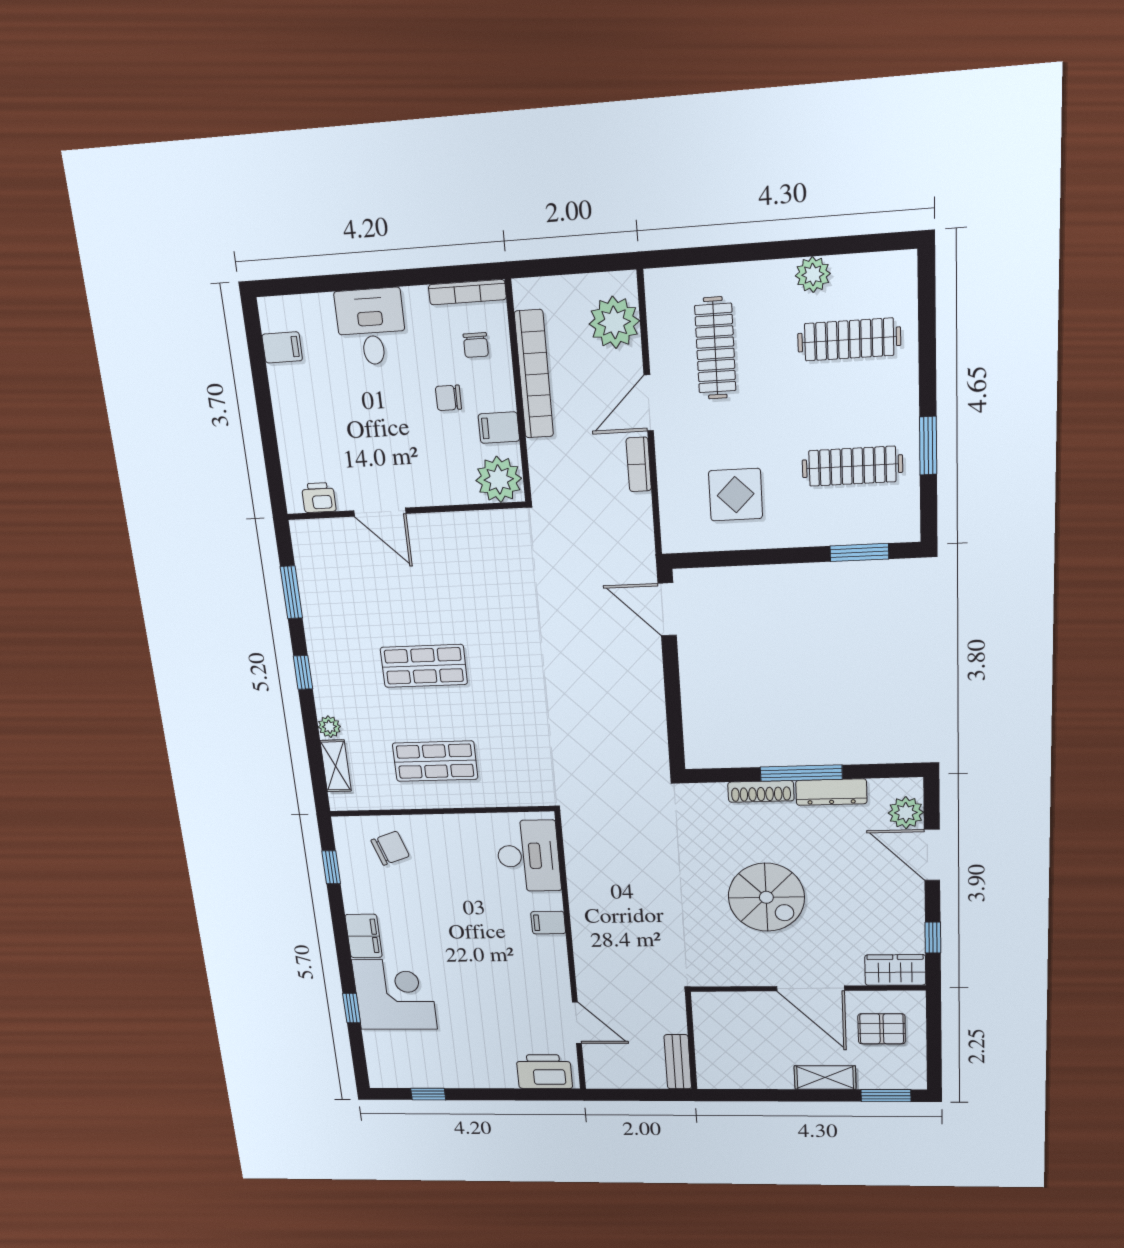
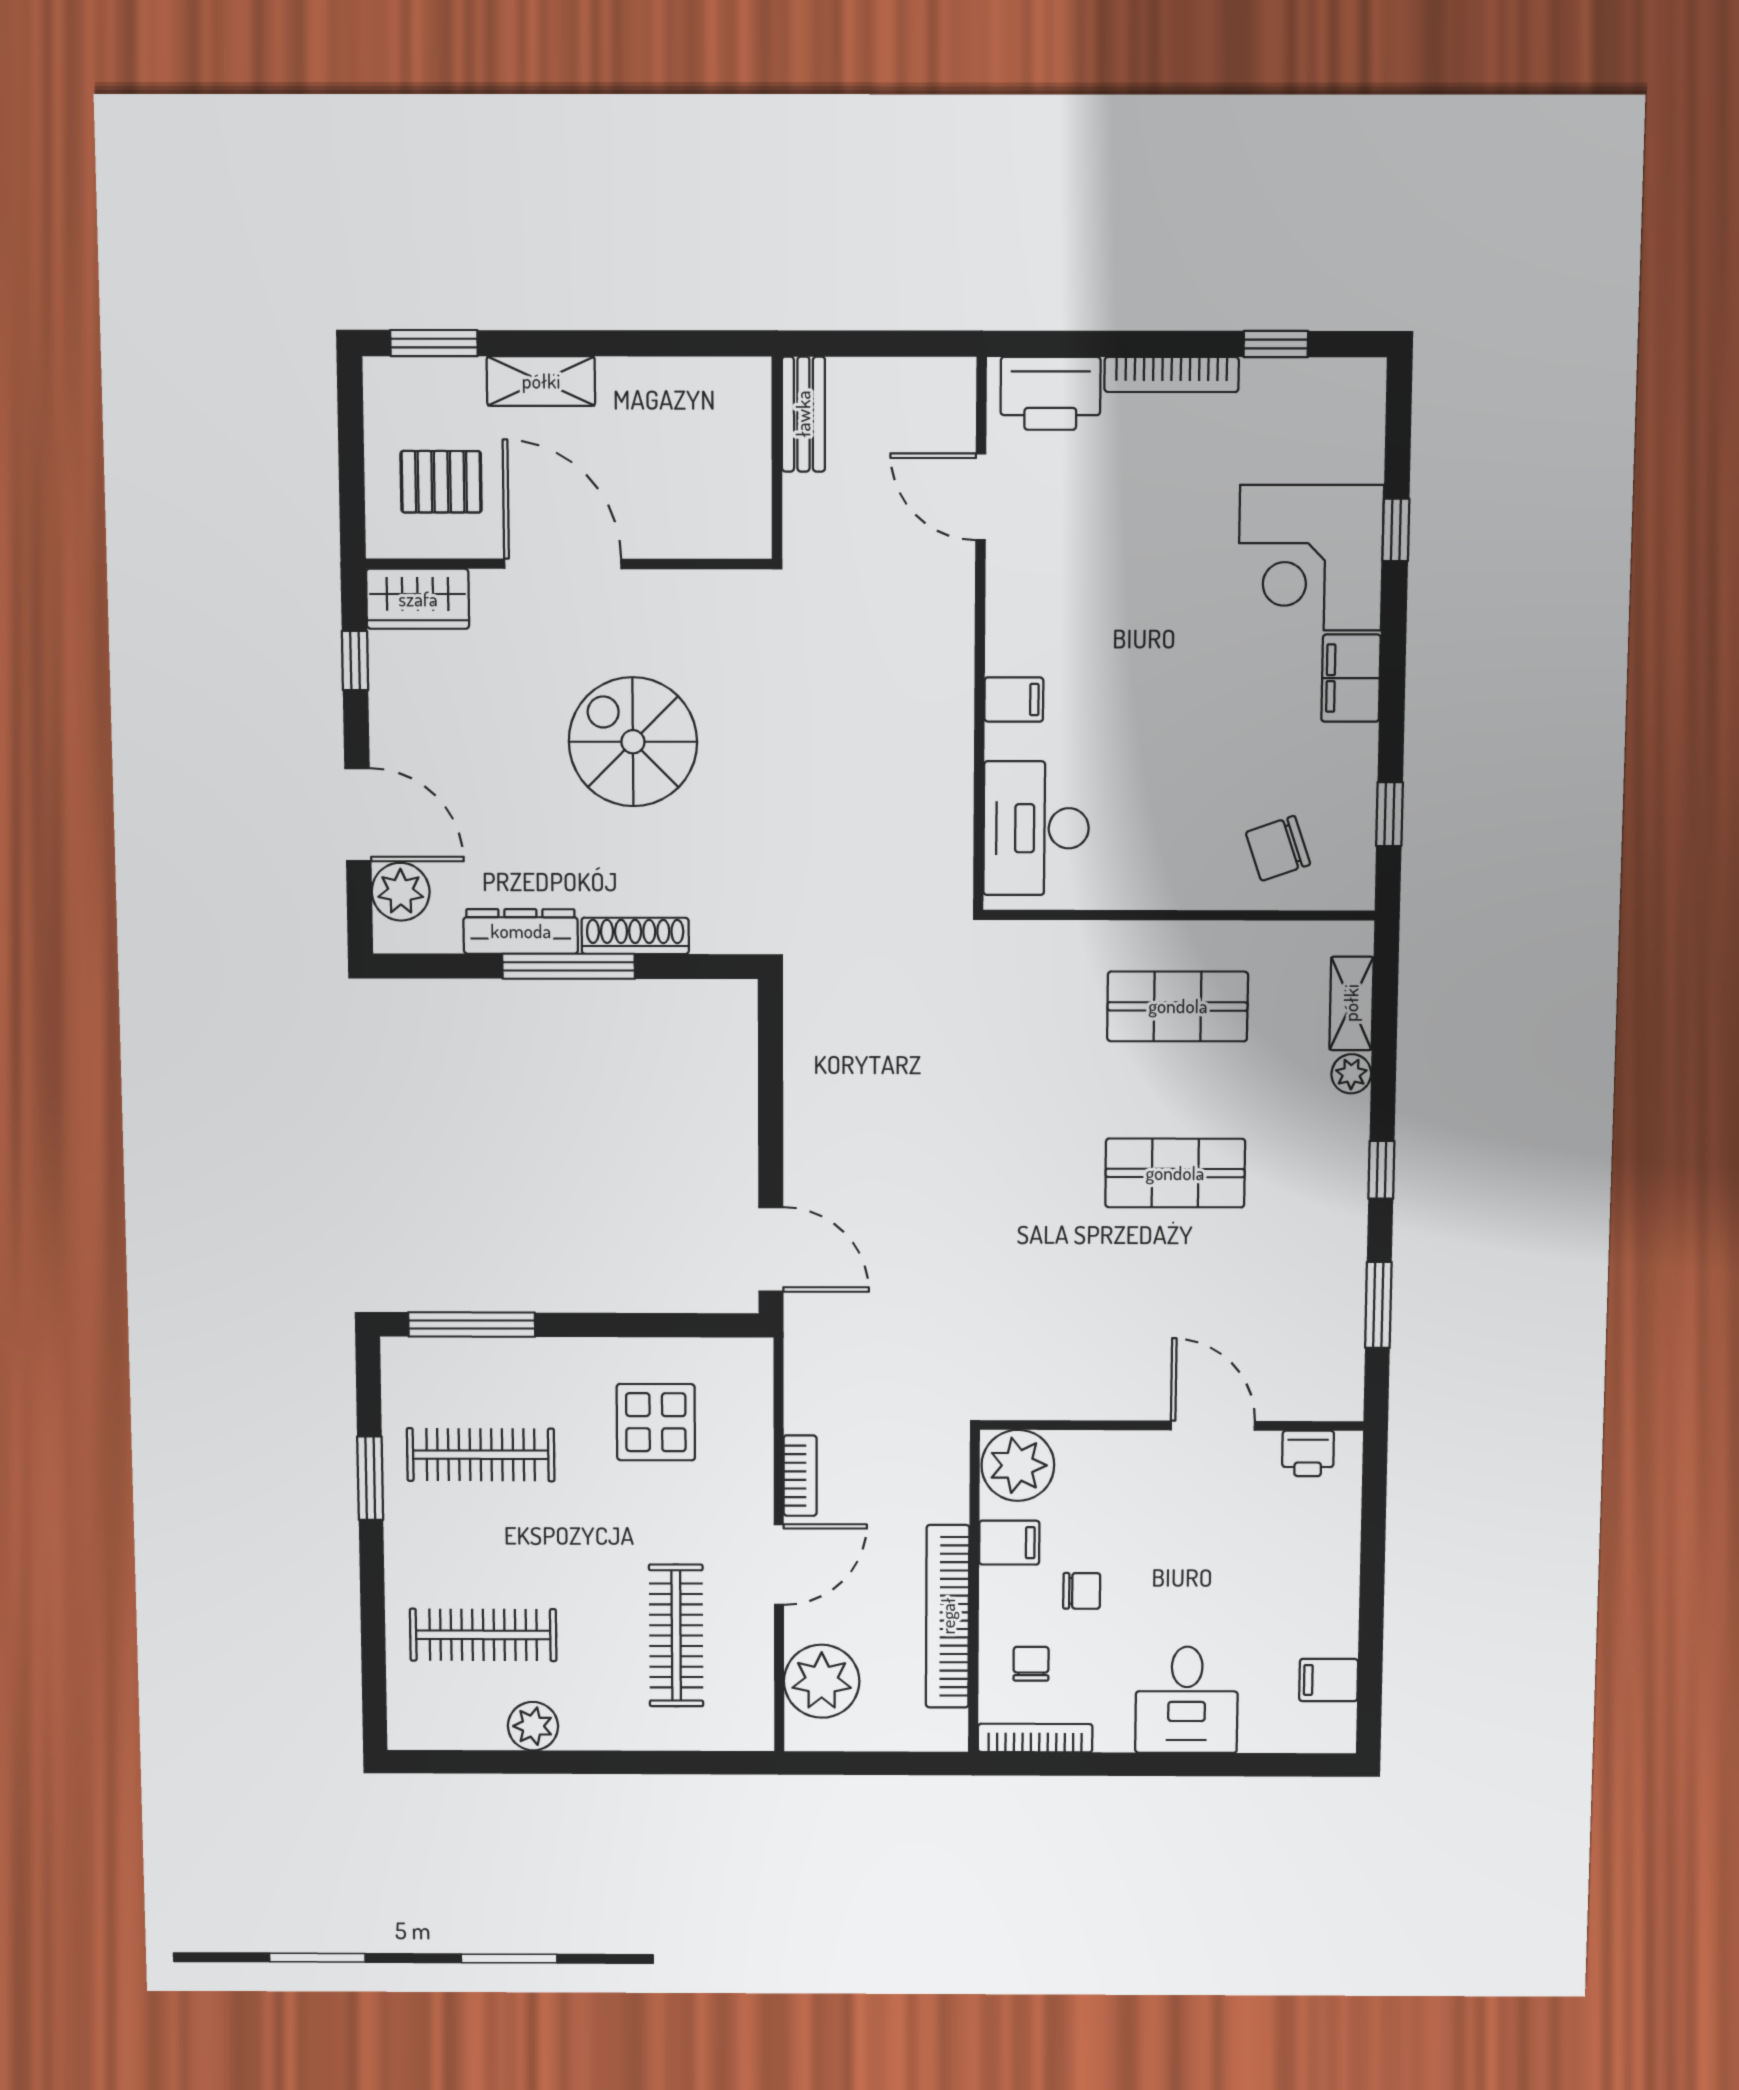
window: (859, 552) -> (472, 1325), width x1.44
bookcase: (481, 1080) -> (1172, 374), added

